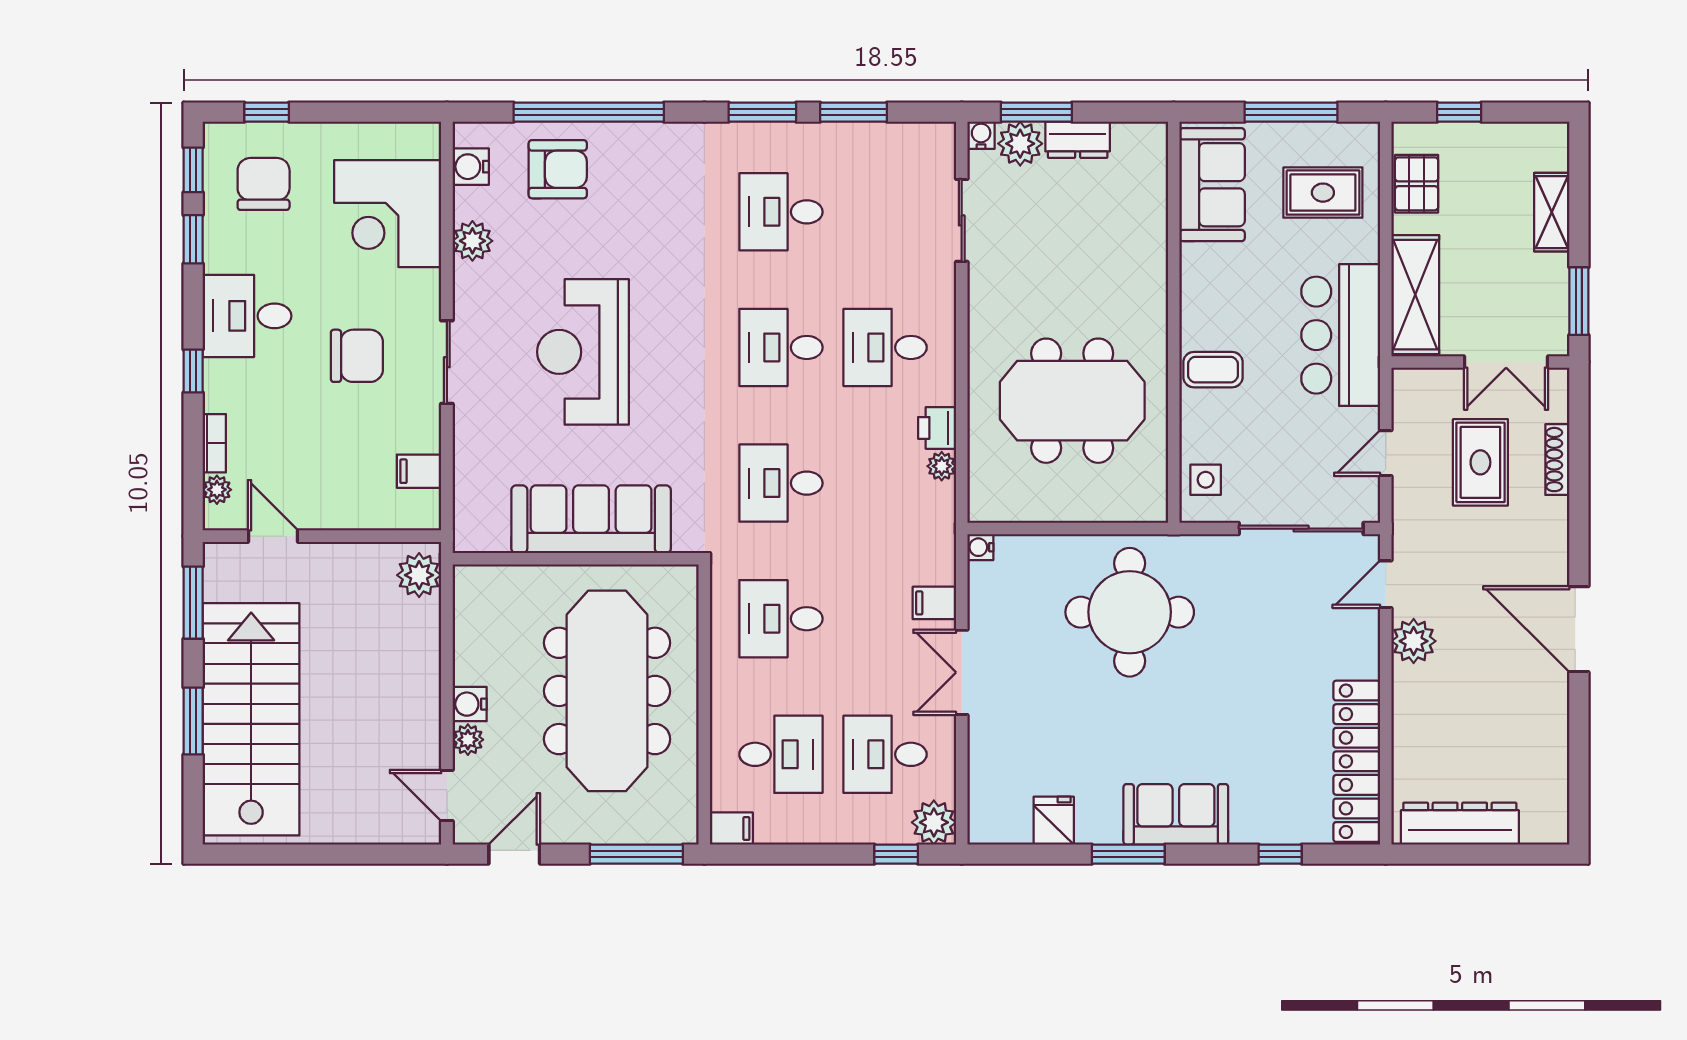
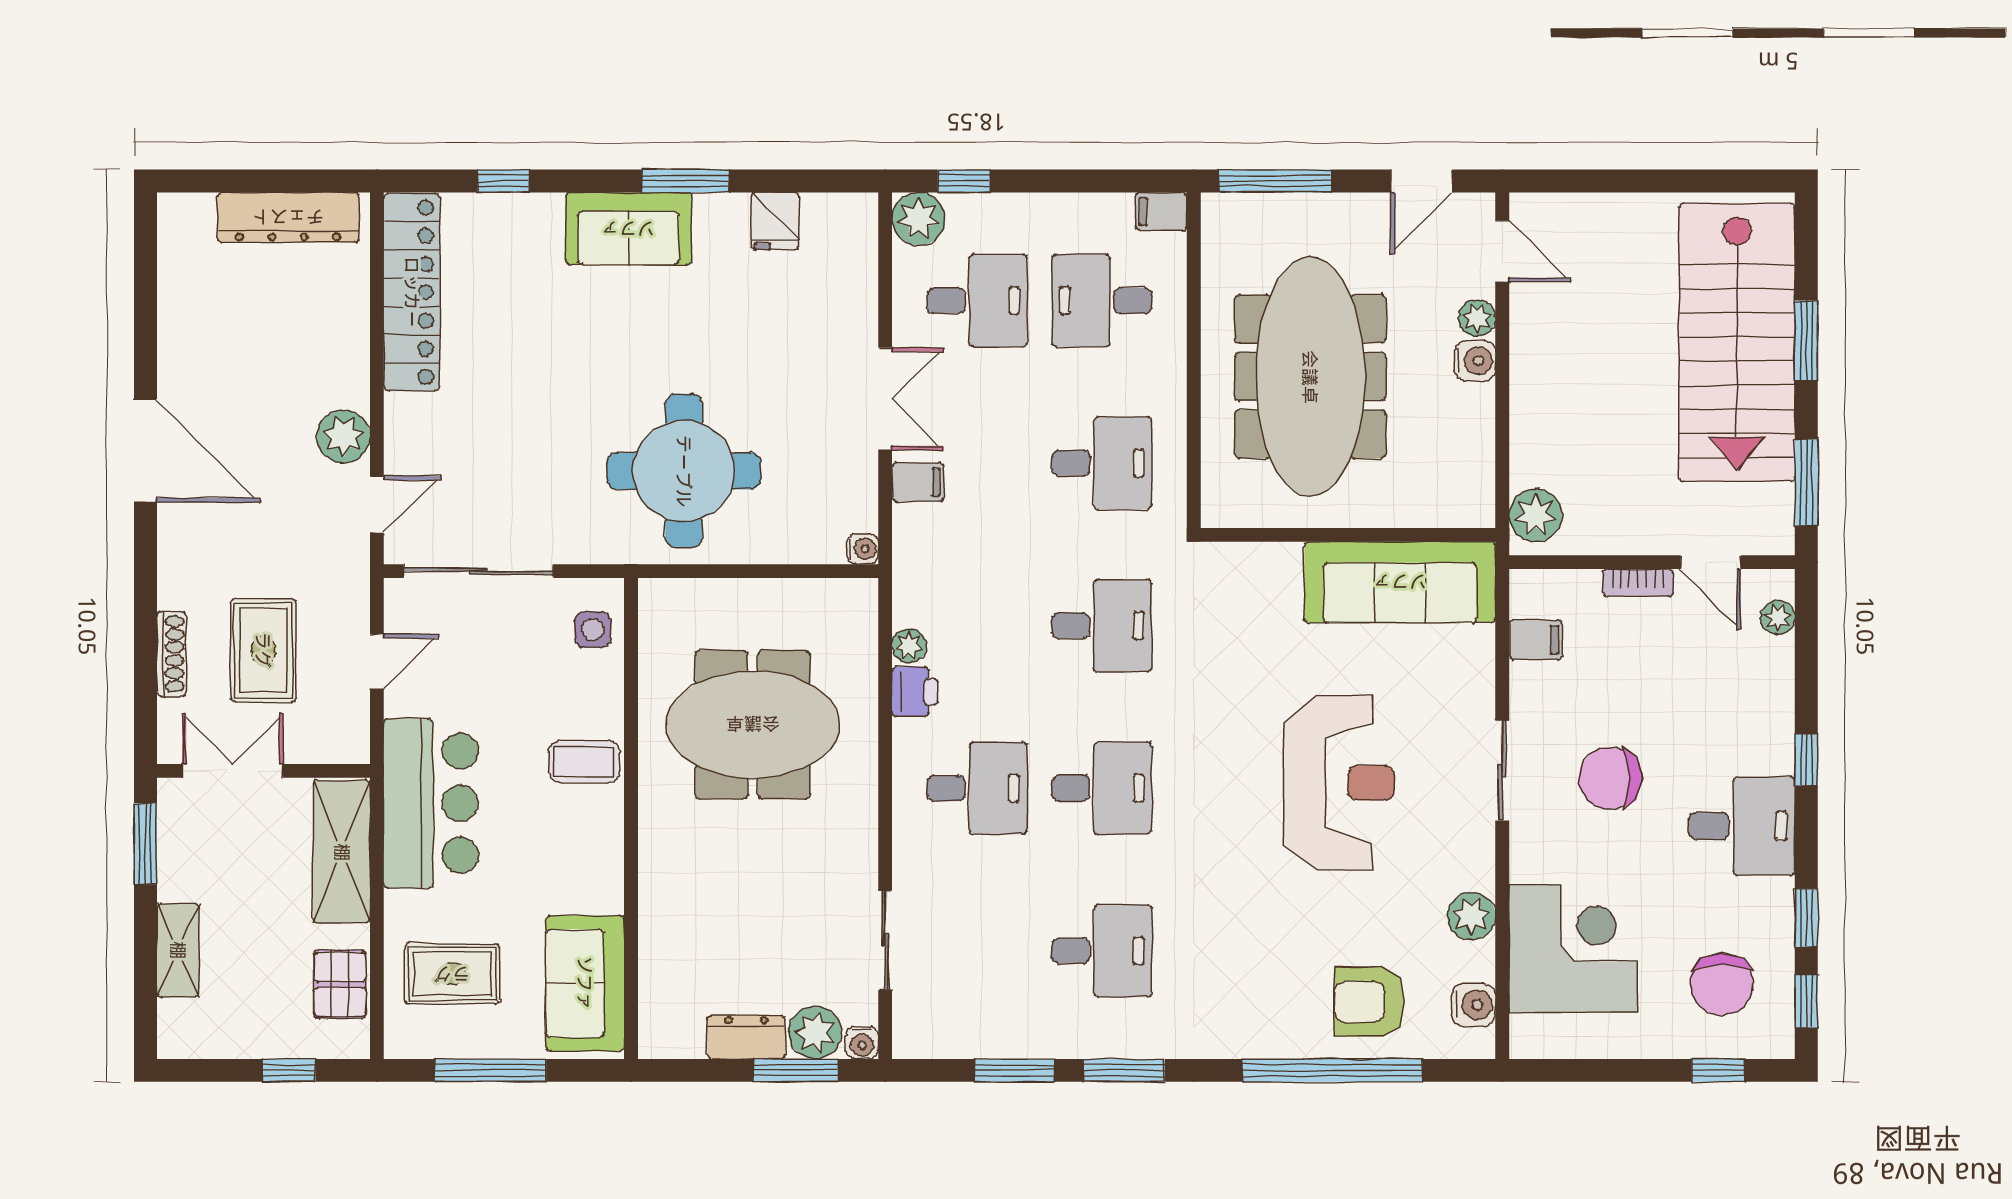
bookcase: (214, 443) -> (1638, 583), moved, turned -90
sofa: (591, 519) -> (1400, 582), moved

